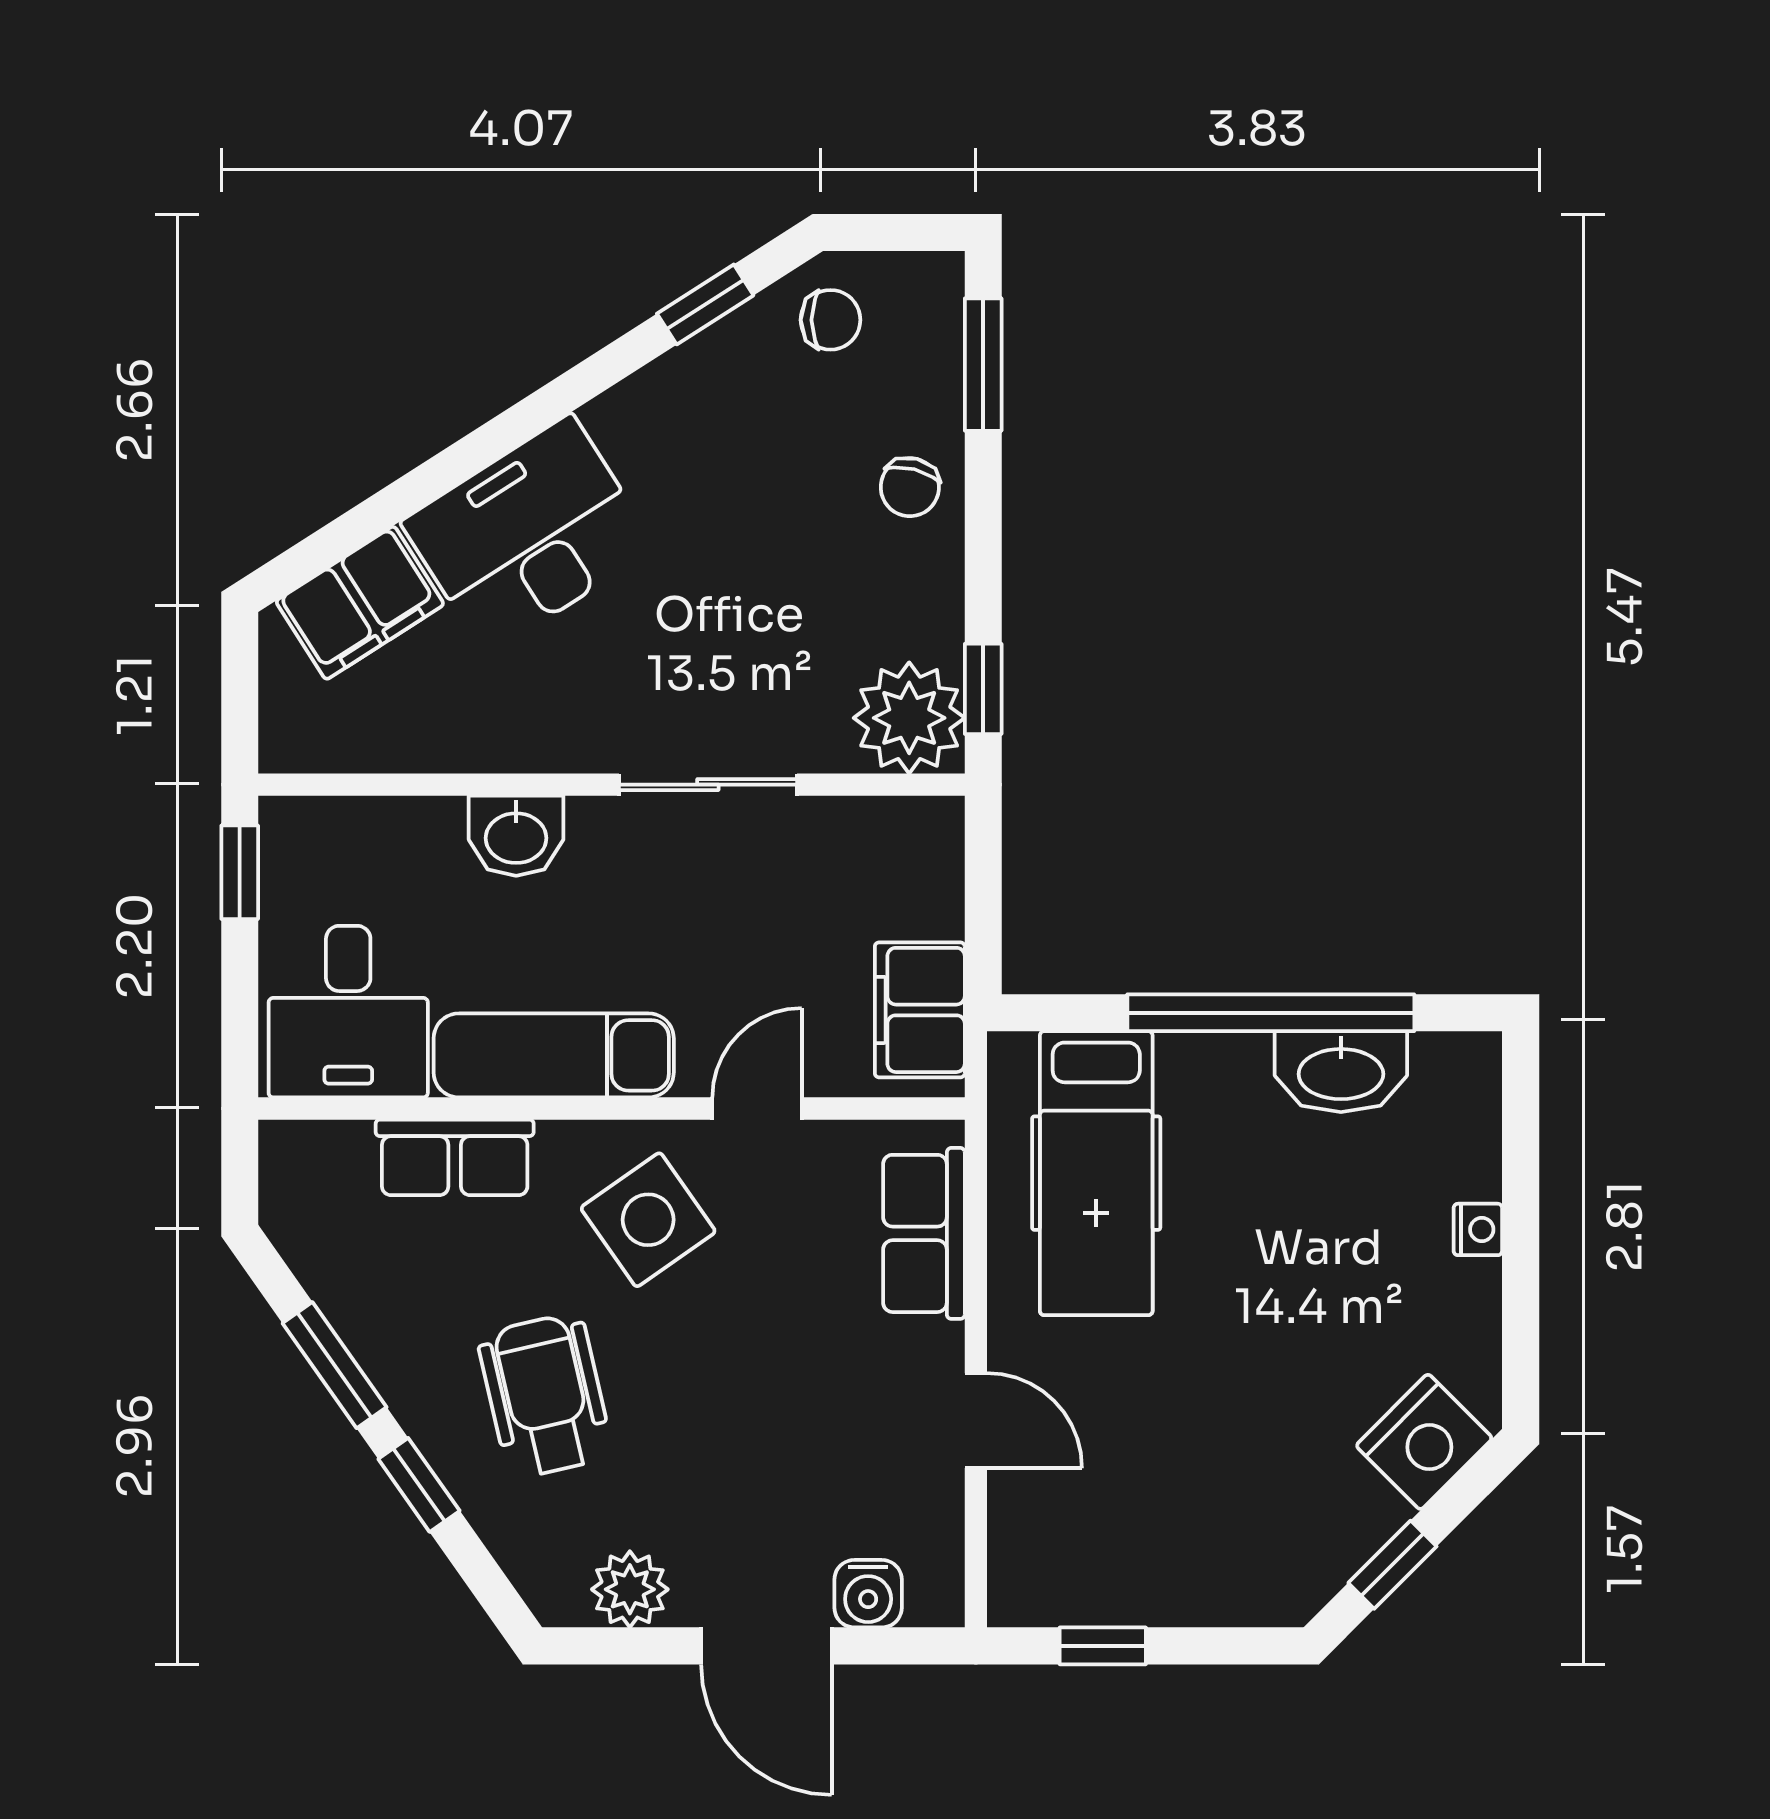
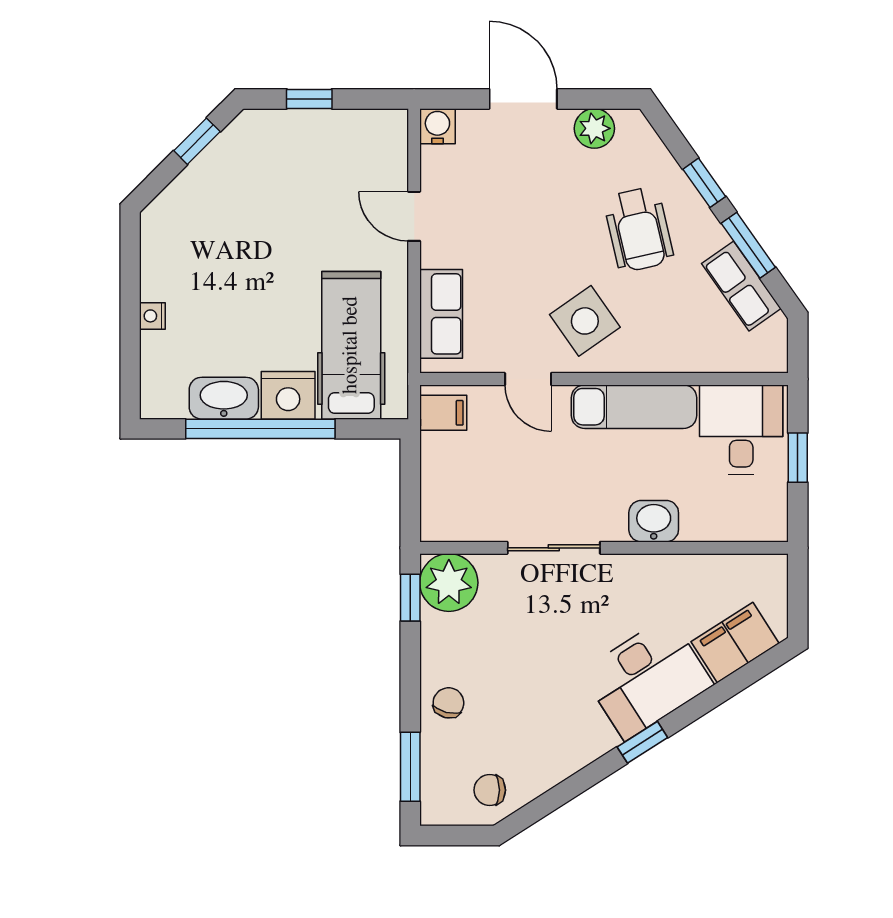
window: (705, 304) -> (642, 742), moved
window: (240, 872) -> (798, 458), moved
filing cabinet: (920, 1010) -> (443, 413), width x0.50
door: (757, 1108) -> (528, 379), hinge flipped
row of seats: (455, 1157) -> (741, 286), moved, turned -125
nightstand: (1424, 1442) -> (288, 395), moved, turned -135
water cooler: (868, 1594) -> (437, 126), moved
window: (1103, 1646) -> (309, 99), moved

